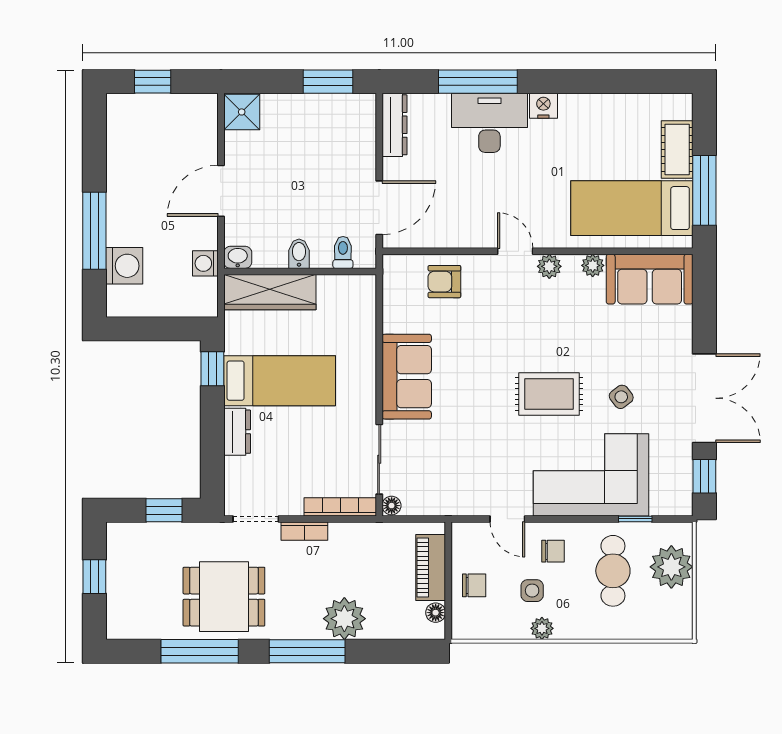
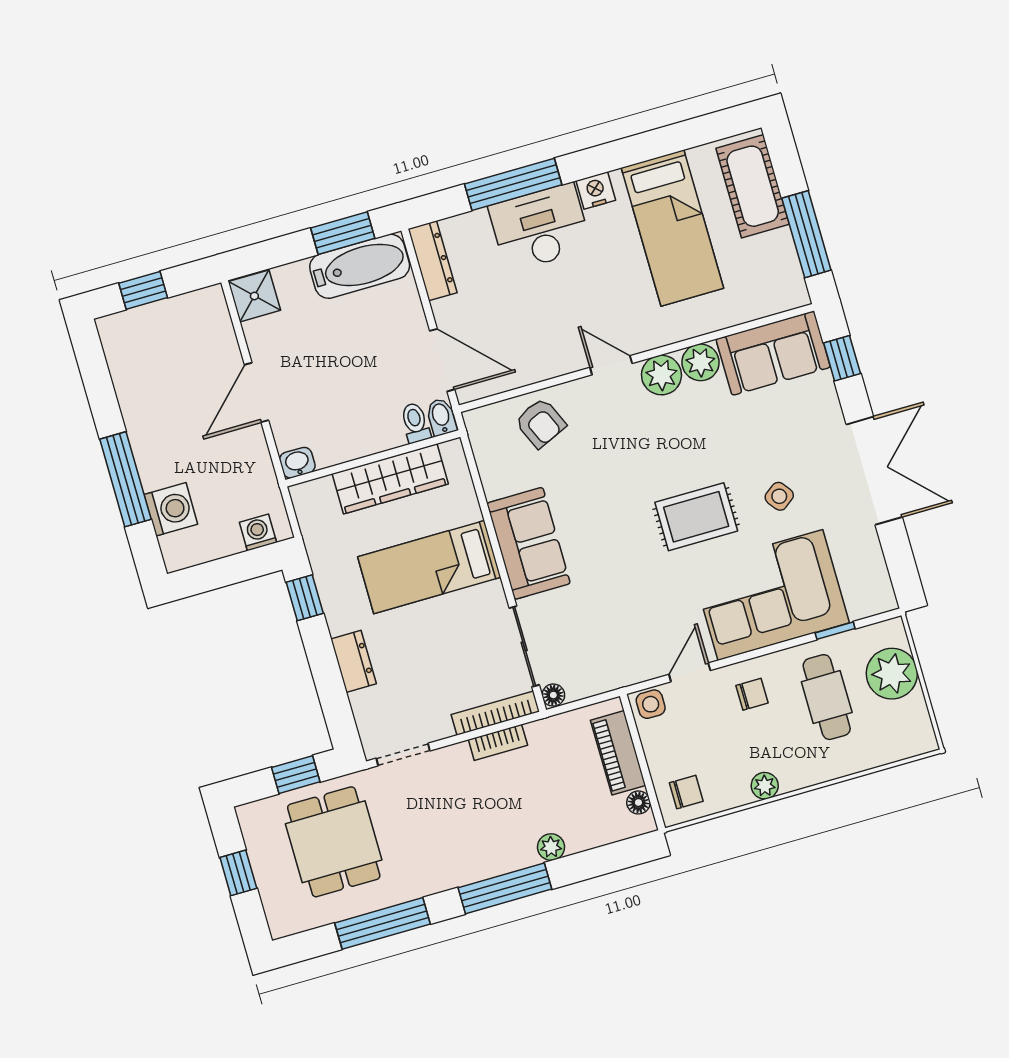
bathtub: (334, 112) -> (360, 266), added
cot: (677, 149) -> (753, 186), width x1.37, depth x1.34
door: (379, 208) -> (442, 360), hinge flipped
bed: (632, 208) -> (672, 228), moved, turned -90
bidet: (299, 254) -> (441, 417), moved
washing machine: (205, 263) -> (258, 532), moved, turned 90
plant: (593, 265) -> (701, 362), width x1.38, depth x1.38
plant: (549, 266) -> (661, 375), width x1.38, depth x1.38
armchair: (444, 282) -> (540, 423), turned -114
wardrobe: (270, 292) -> (390, 479), moved
bed: (280, 381) -> (429, 567), moved, turned 180
window: (704, 476) -> (842, 358), moved
door: (507, 519) -> (690, 672), swing flipped
bookcase: (304, 531) -> (498, 742), moved
chair: (474, 585) -> (686, 792), moved
side table: (532, 591) -> (651, 704), moved
dining table: (224, 597) -> (334, 842), moved, turned 90
plant: (344, 619) -> (551, 847), width x0.53, depth x0.53

